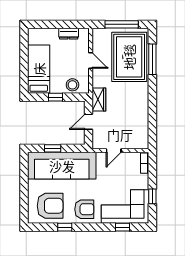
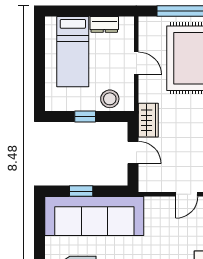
bed: (39, 69) -> (73, 52), moved, turned 180
door: (88, 122) -> (133, 152), swing flipped
door: (114, 151) -> (187, 194), moved

